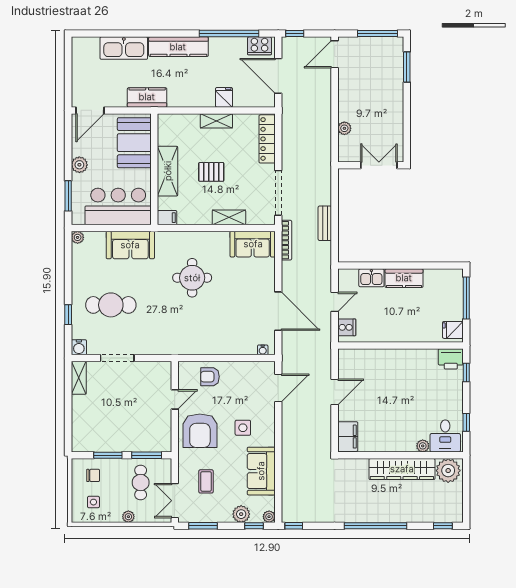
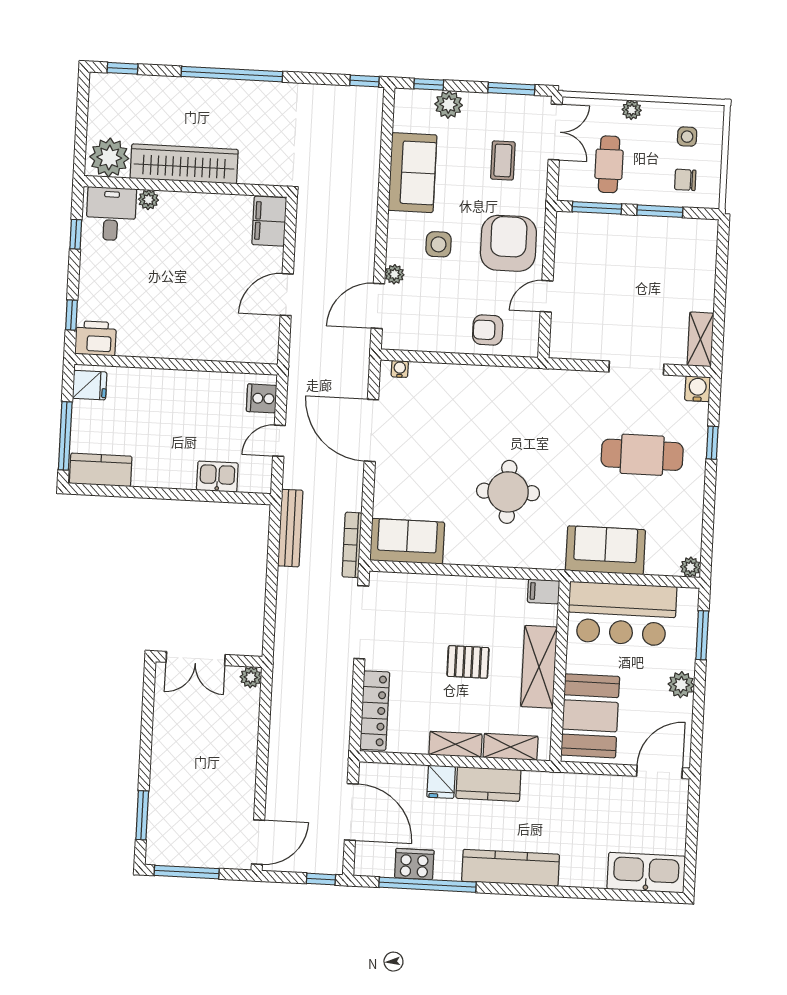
cooker: (259, 46) -> (414, 864), moved
kitchen sink: (124, 48) -> (646, 873), moved
kitchen counter: (147, 97) -> (488, 784), moved
plant: (344, 128) -> (251, 677), moved
shelving: (229, 217) -> (511, 747), moved
bench: (325, 223) -> (290, 528), moved, width x1.36
kitchen counter: (404, 278) -> (101, 470), moved
armchair: (210, 377) -> (488, 330), turned 180
plant: (269, 517) -> (394, 274), moved

